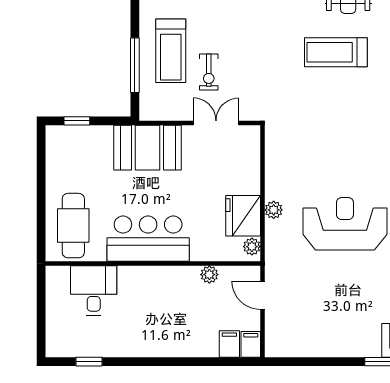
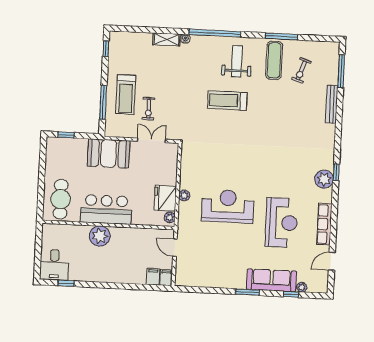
plant: (209, 275) -> (100, 236), moved, width x1.88, depth x1.88
desk: (94, 290) -> (54, 265), moved, turned 180

